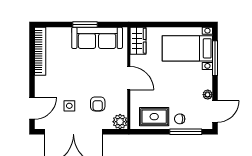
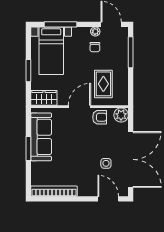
window: (167, 25) -> (28, 71), added
armchair: (98, 104) -> (100, 117), moved
rug: (154, 117) -> (103, 84), moved
chair: (180, 119) -> (95, 47), moved

